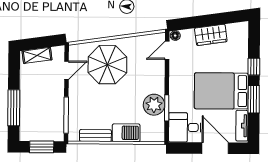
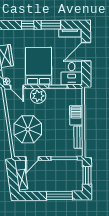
door: (66, 70) -> (32, 158), swing flipped
bed: (221, 91) -> (39, 66), moved, turned 180
plant: (154, 105) -> (38, 96), moved

